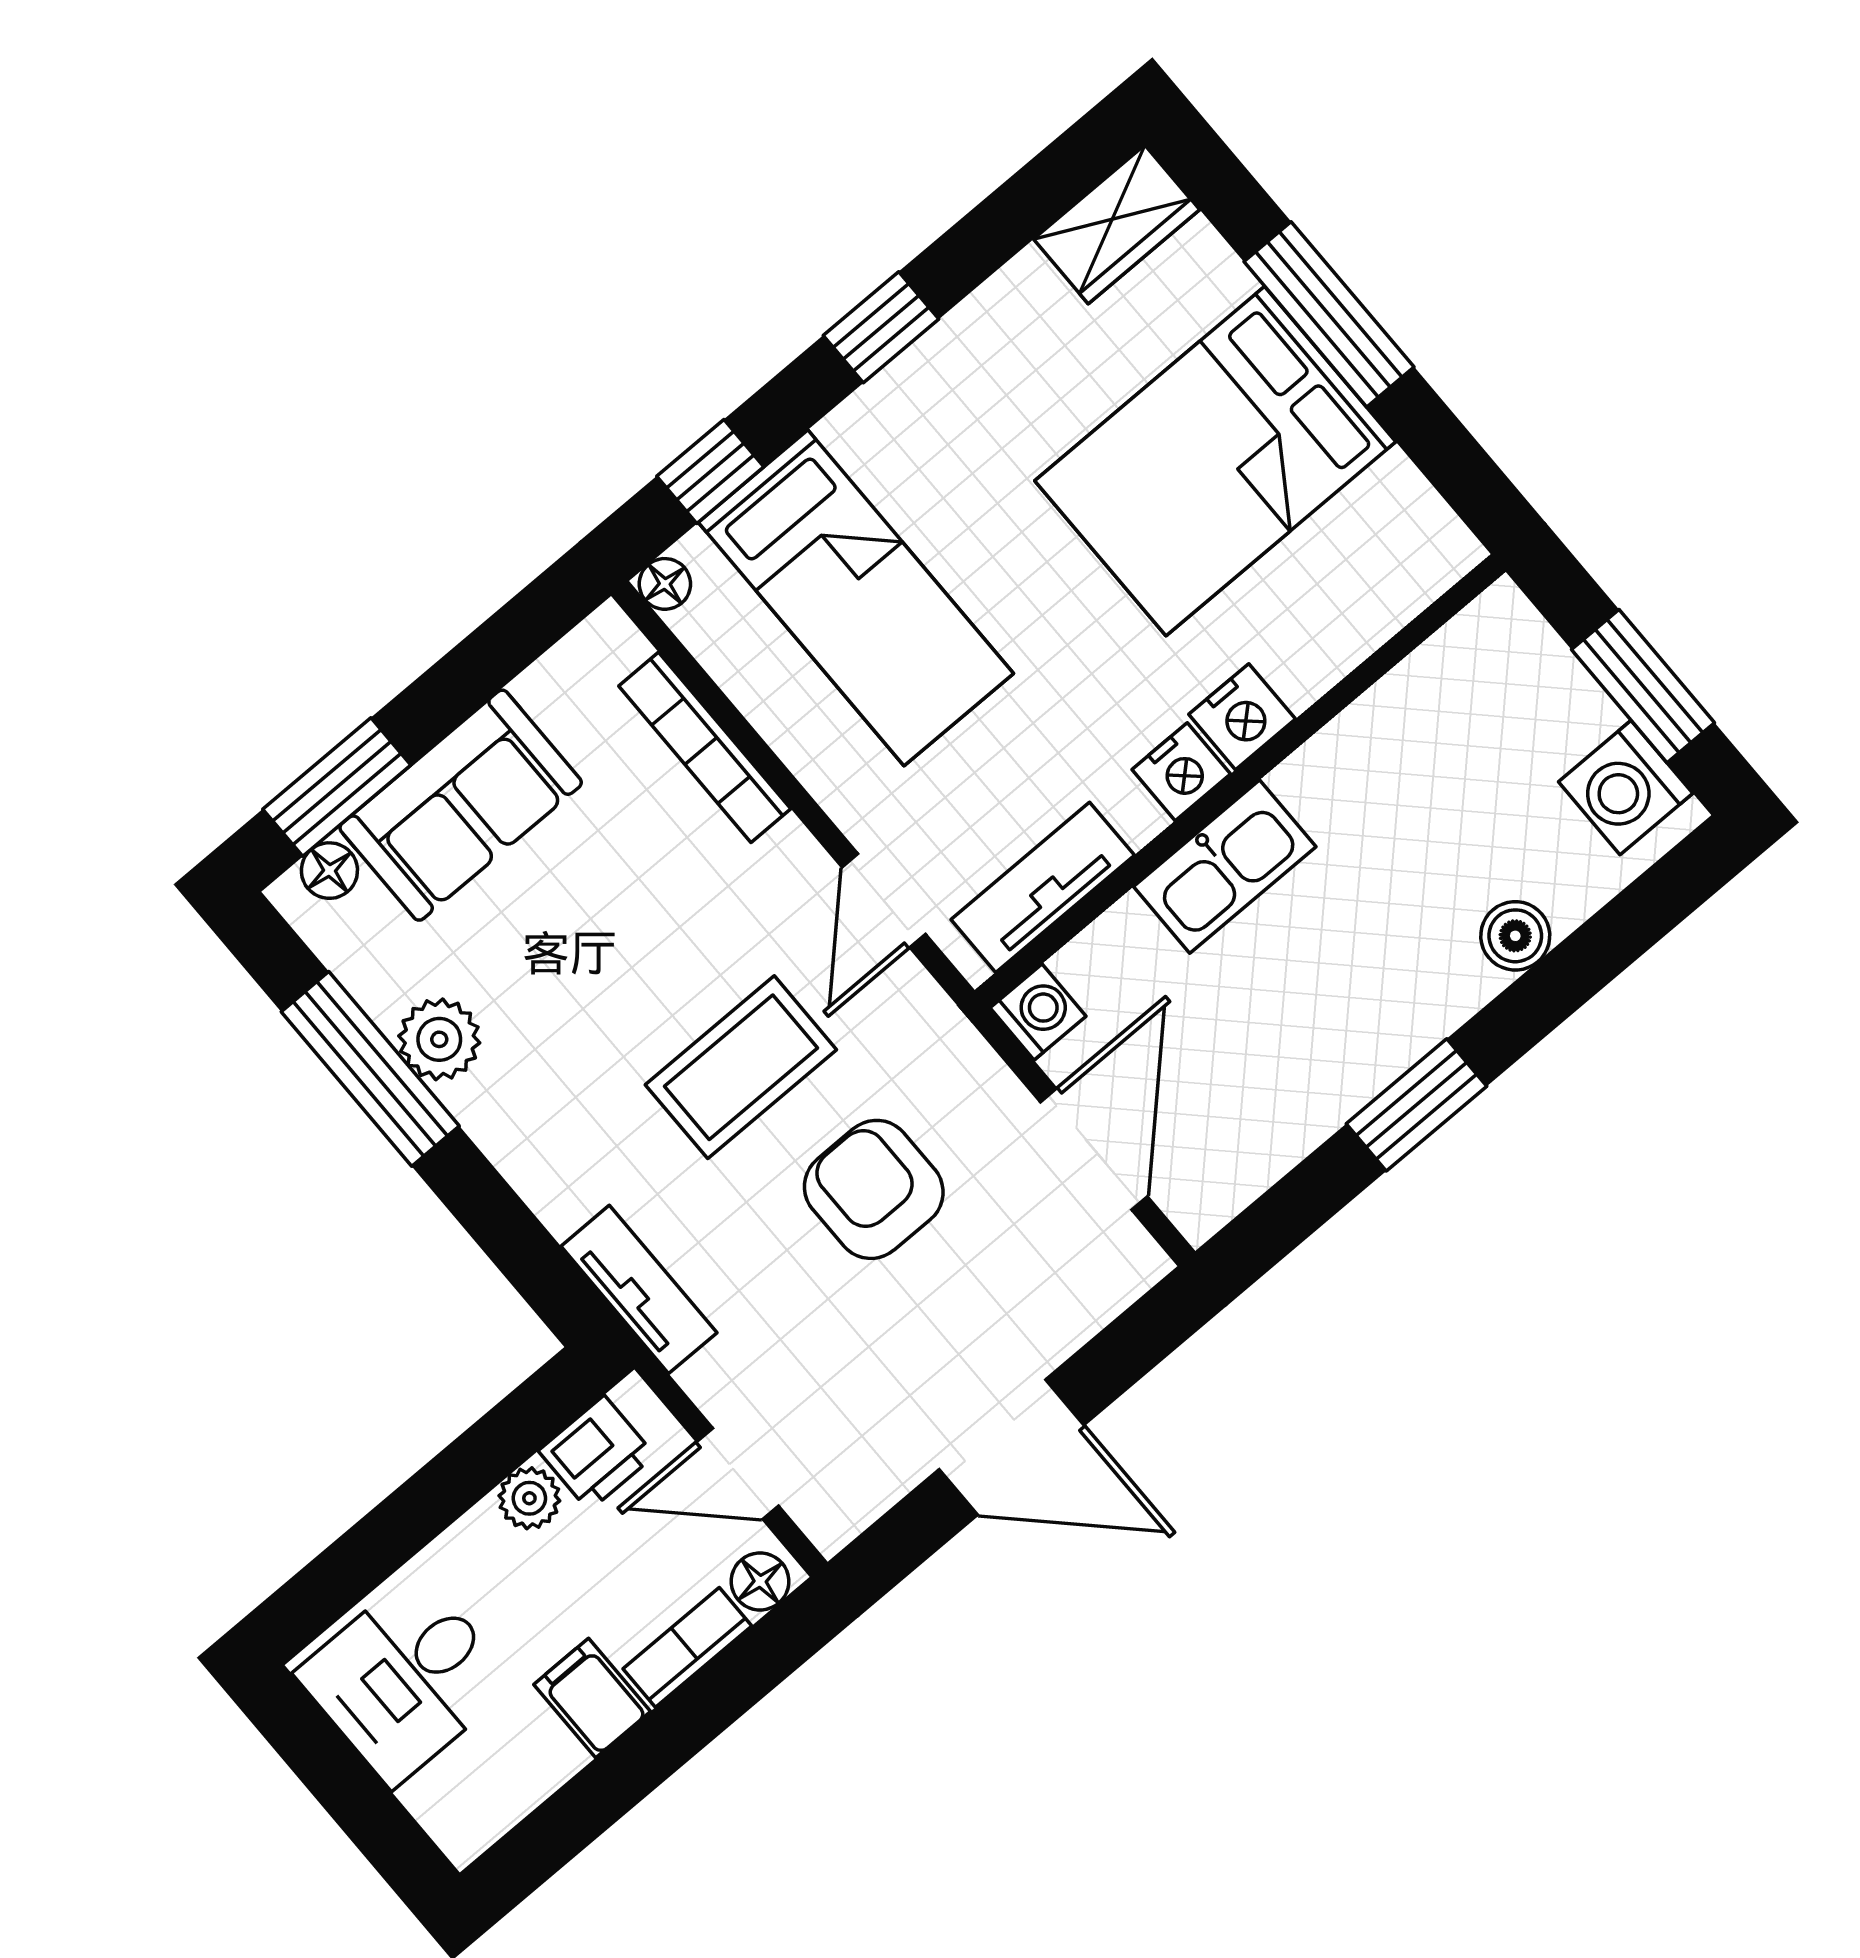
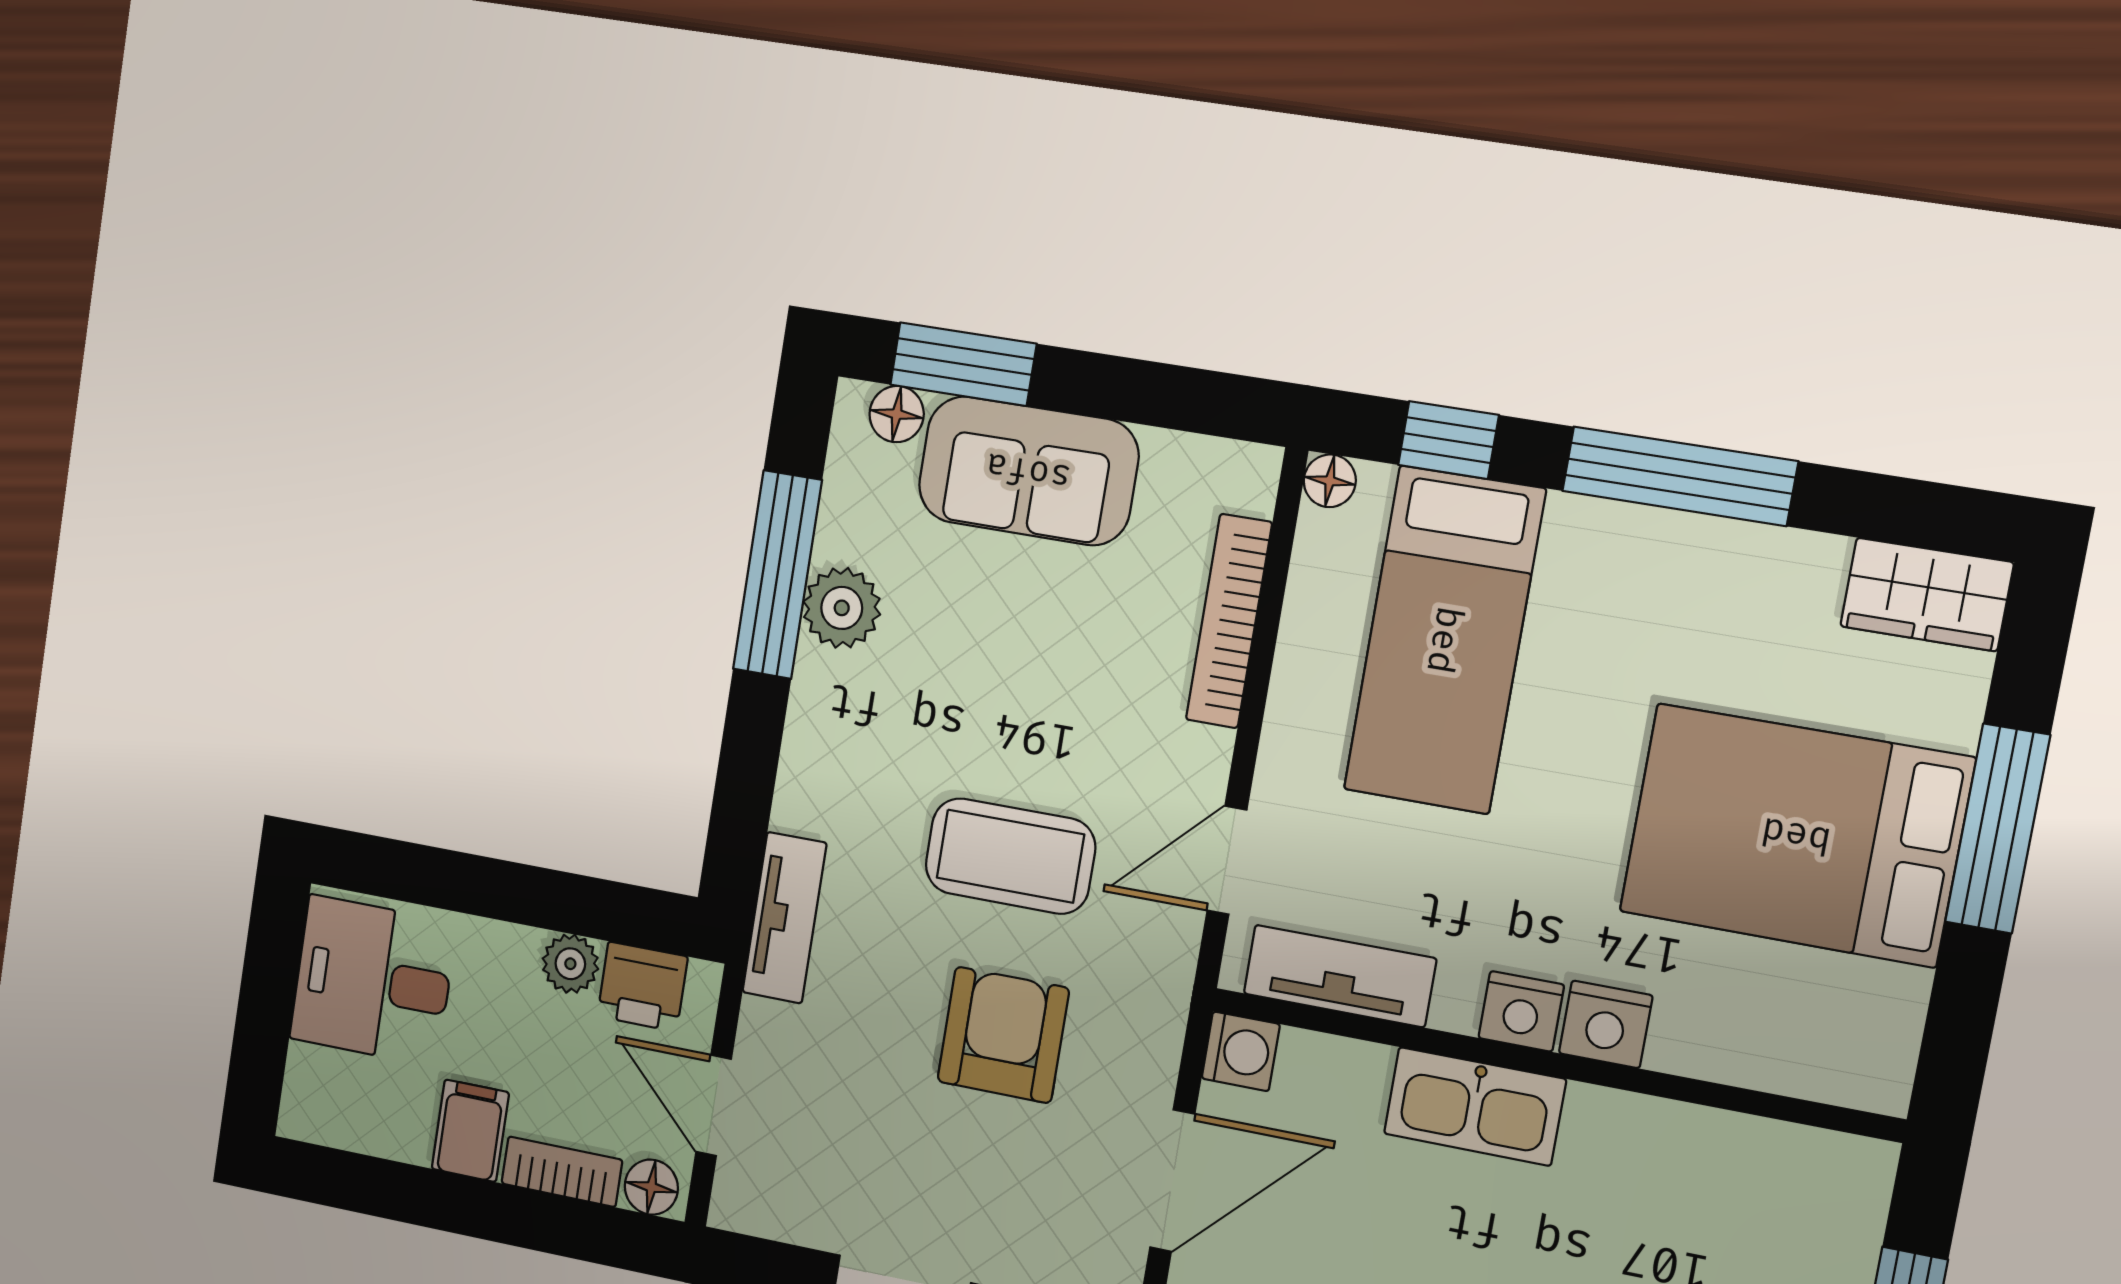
window: (881, 327) -> (1680, 476), width x2.17

